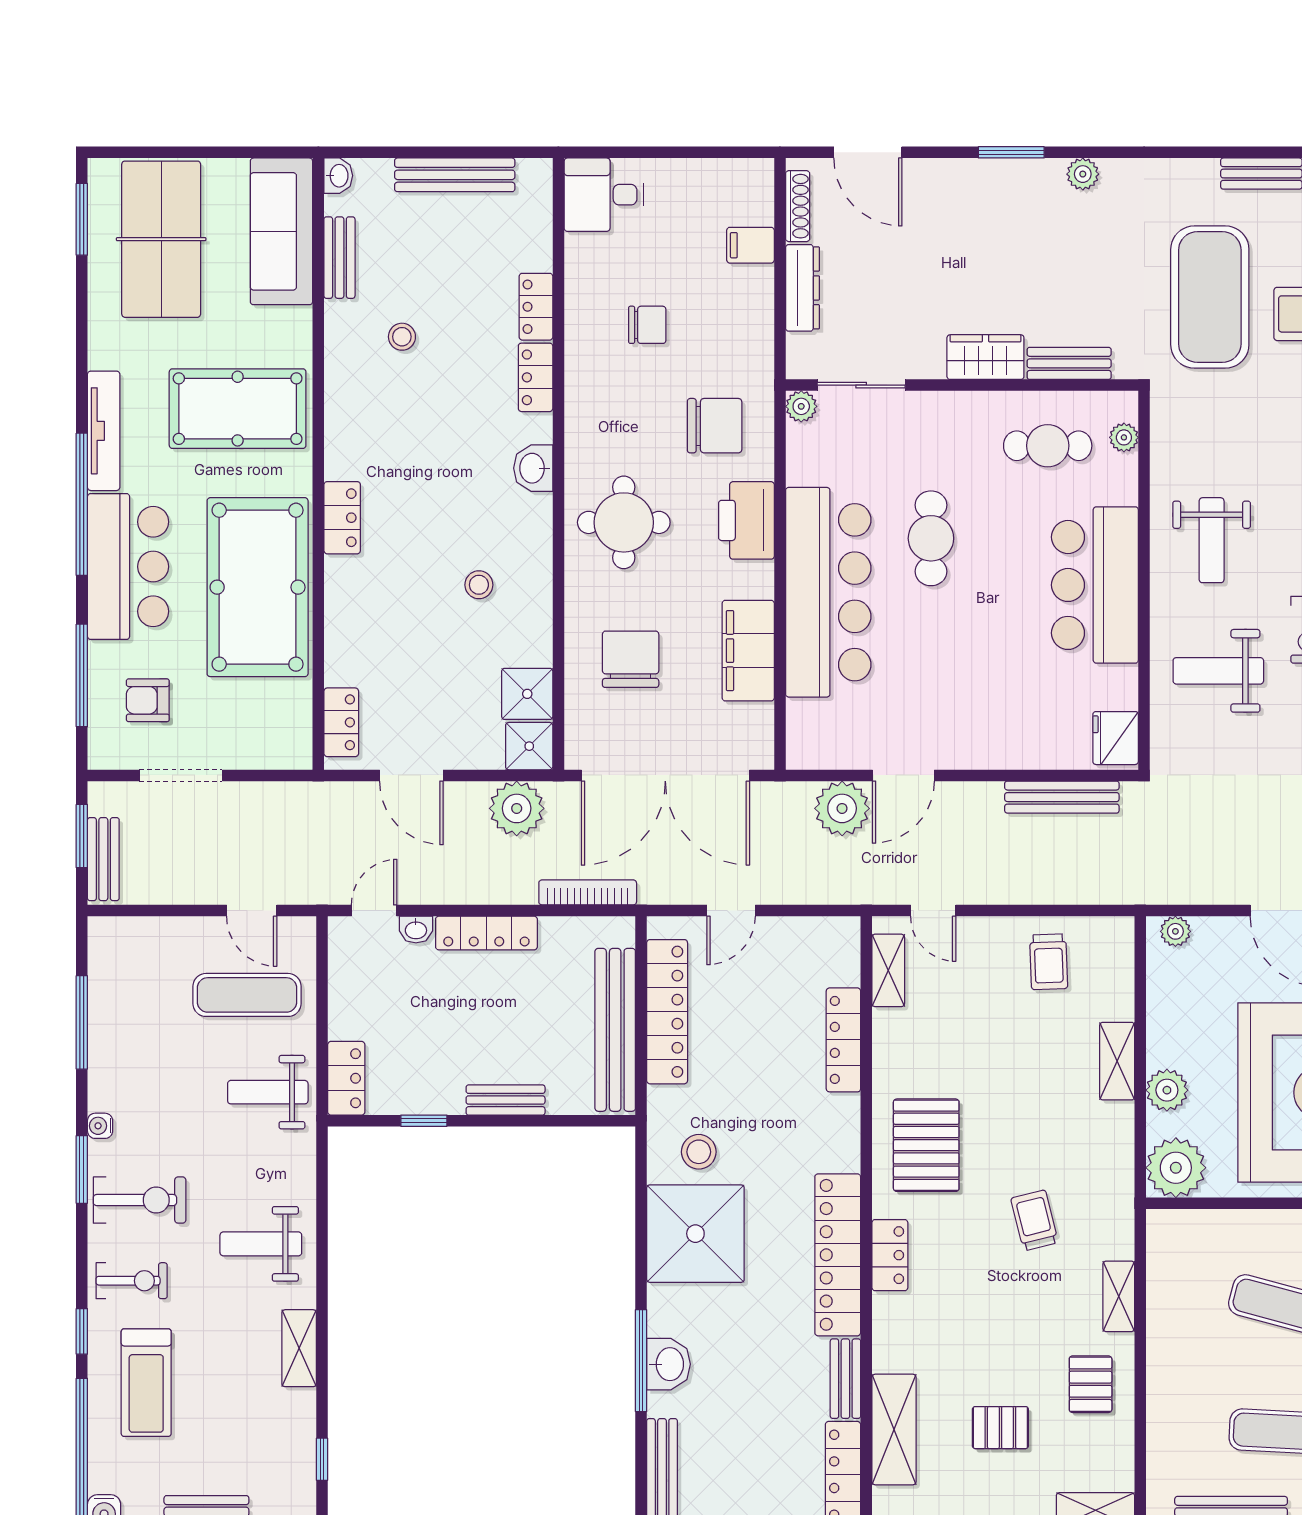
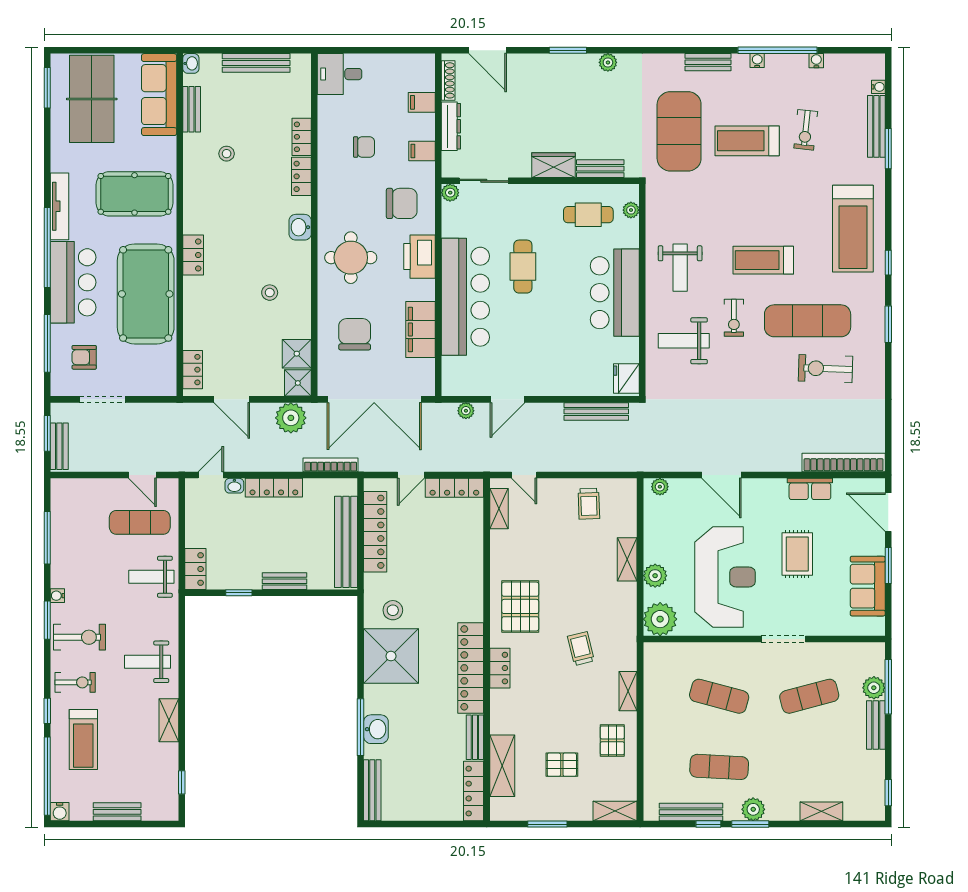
filing cabinet: (751, 332) -> (422, 151), added
plant: (842, 808) -> (466, 411), width x0.53, depth x0.53
locker: (843, 1040) -> (454, 488), moved, turned -90

